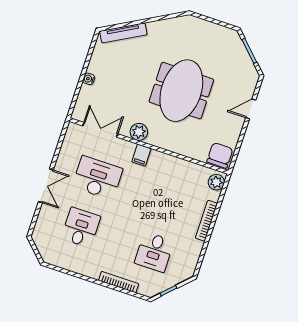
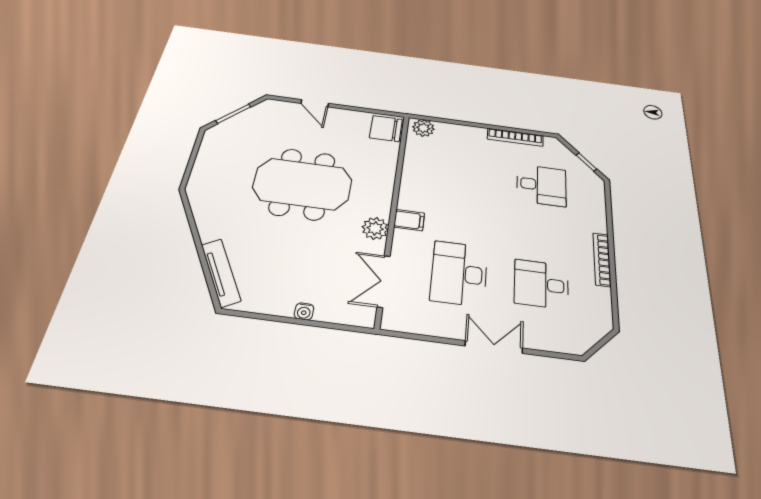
bookcase: (206, 221) -> (515, 137), moved
bookcase: (119, 282) -> (602, 259), moved

